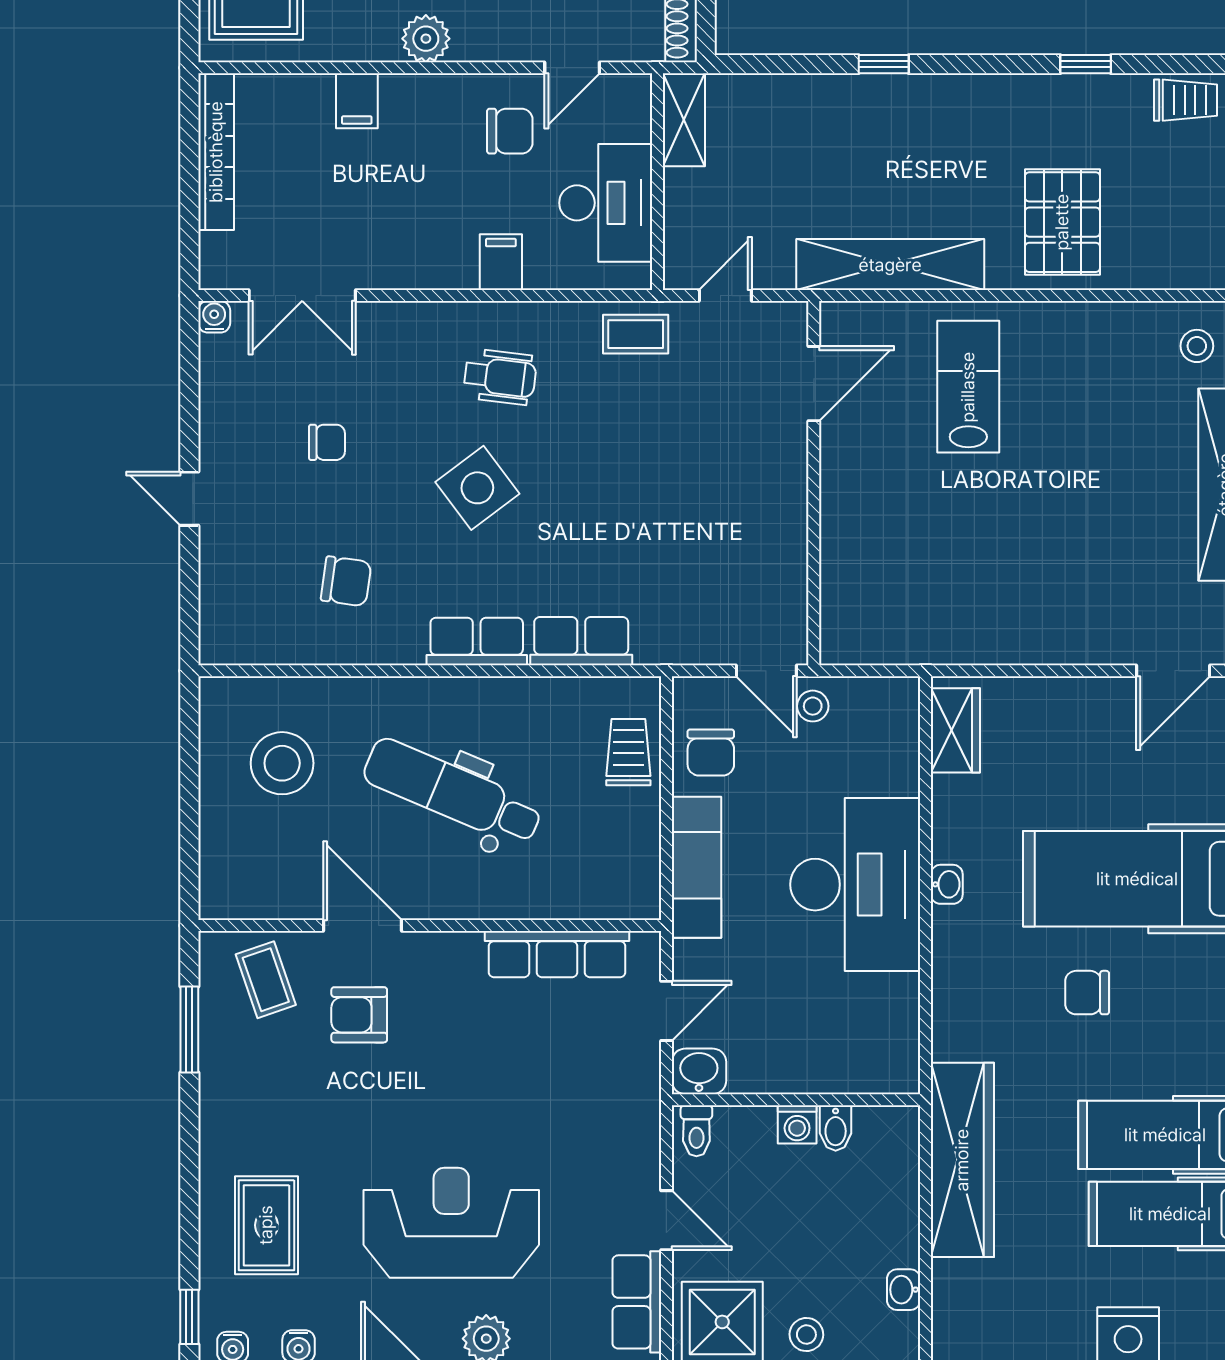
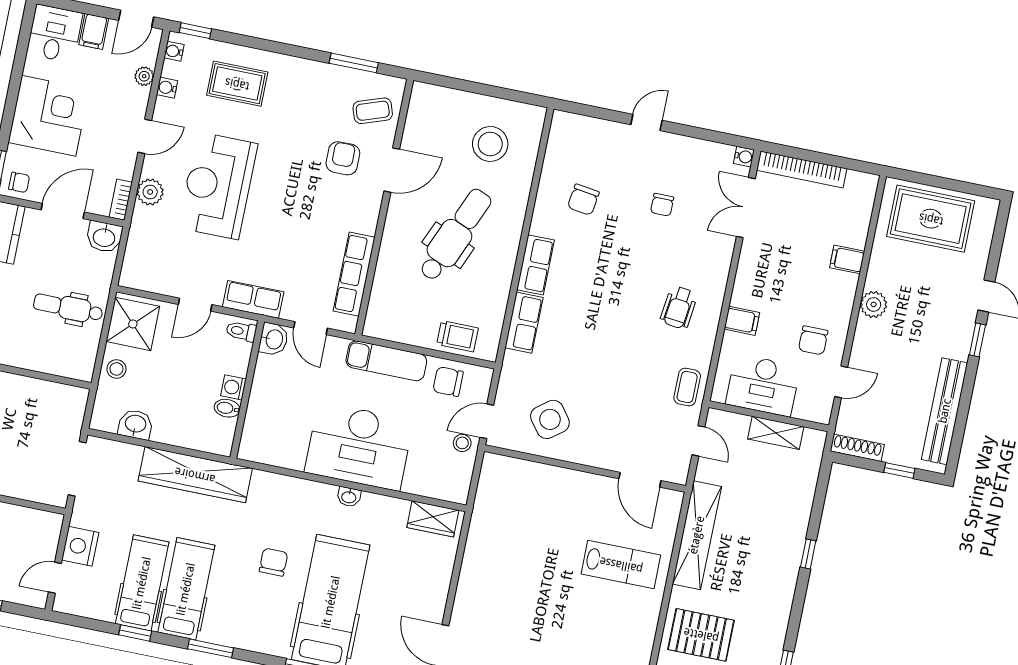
door: (572, 68) -> (841, 382), swing flipped
shelving: (684, 120) -> (776, 433), moved
bookcase: (216, 152) -> (802, 169), moved
side table: (477, 488) -> (550, 419), moved
reception desk: (451, 1223) -> (218, 186), turned 180
washbasin: (904, 1290) -> (135, 424), width x1.38, depth x1.45
row of seats: (637, 1302) -> (253, 299), moved

